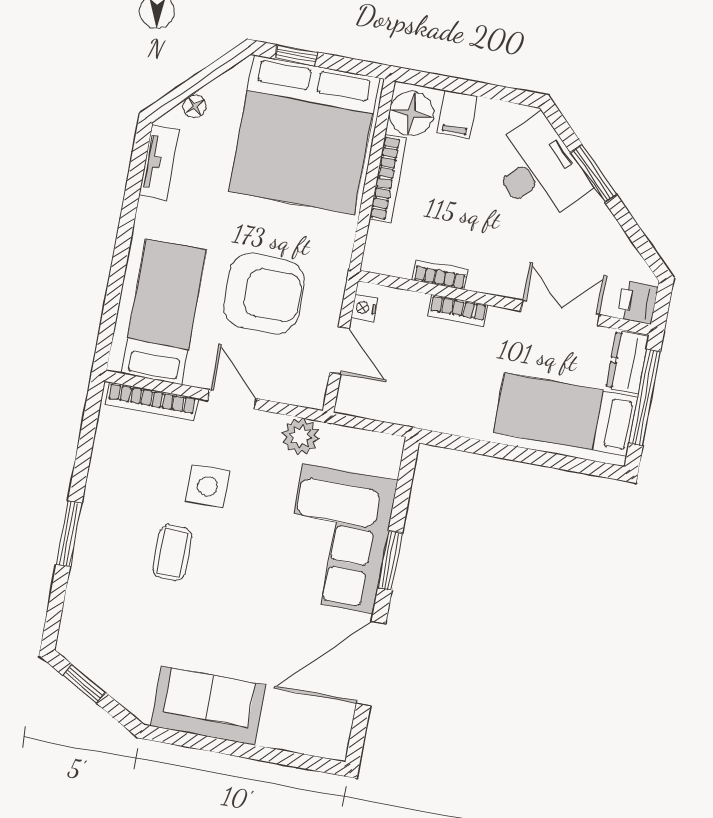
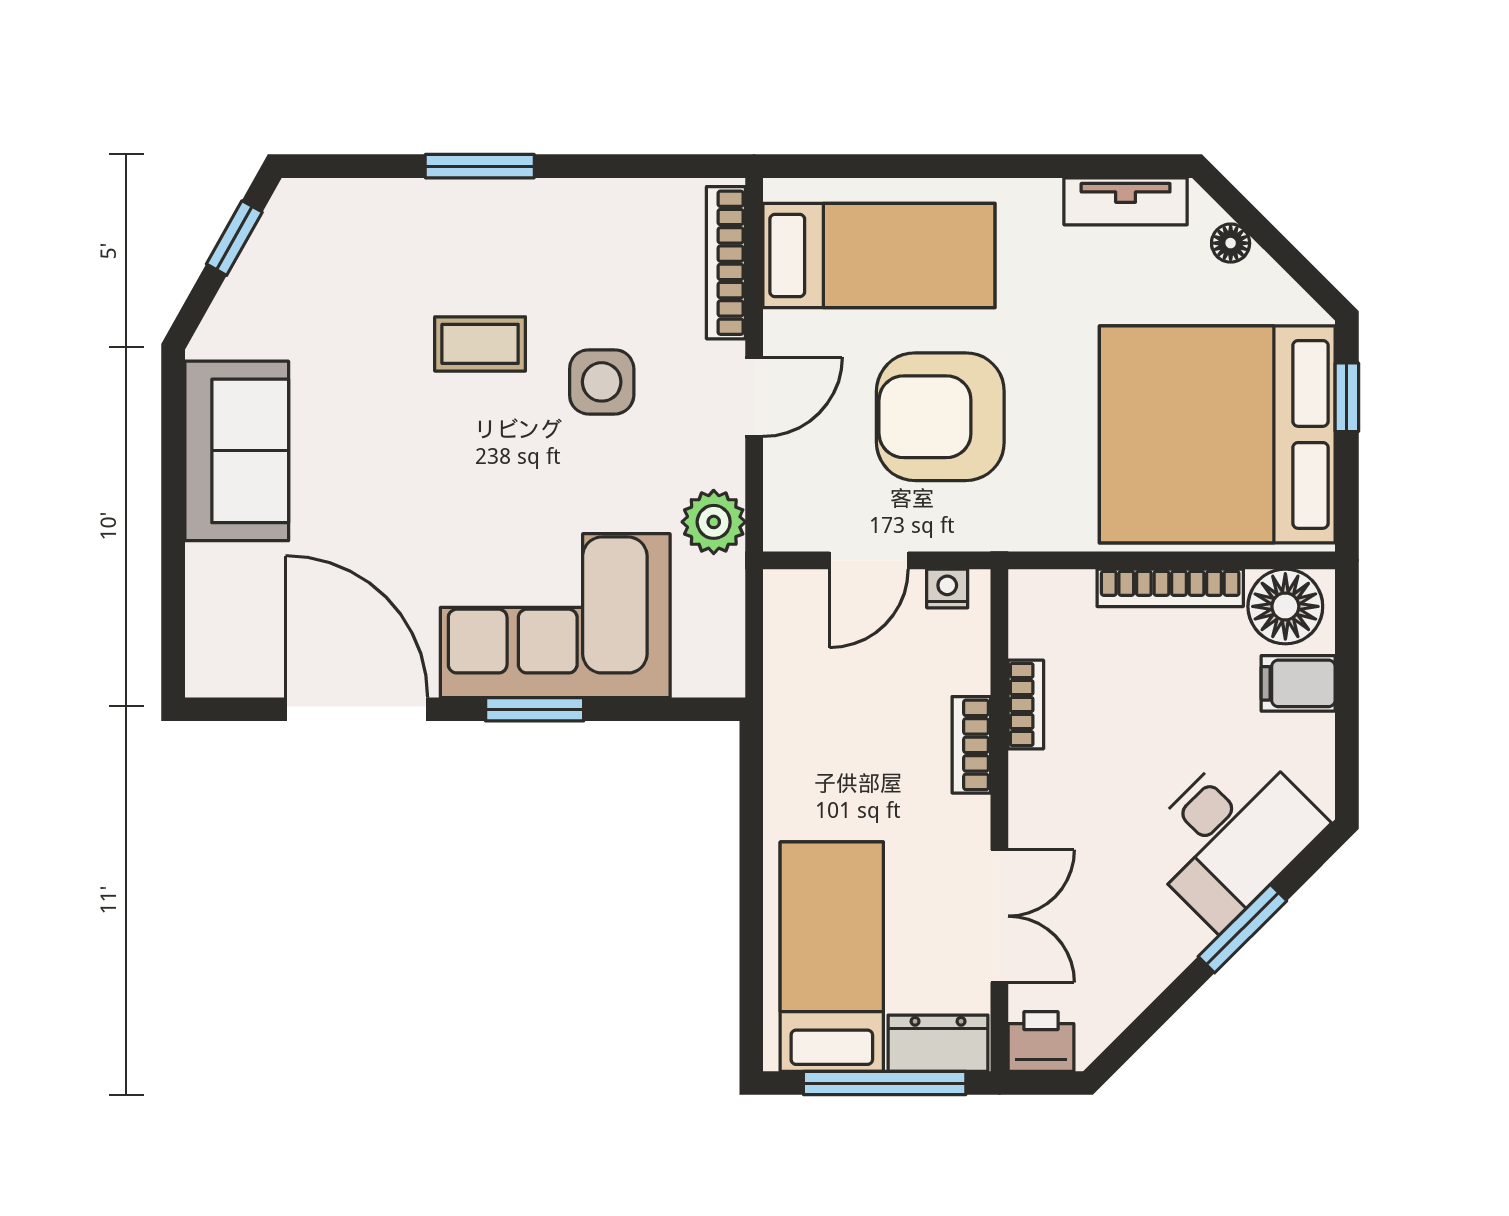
armchair: (264, 294) -> (940, 417), turned 90

